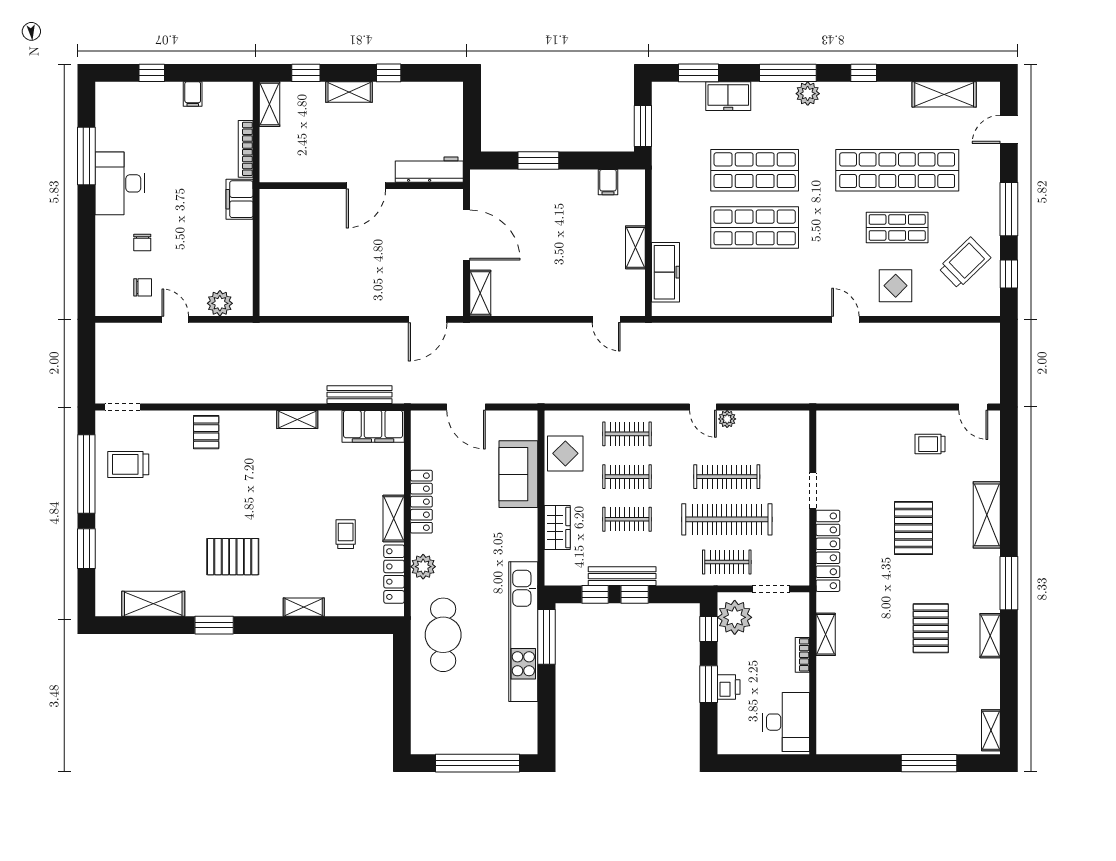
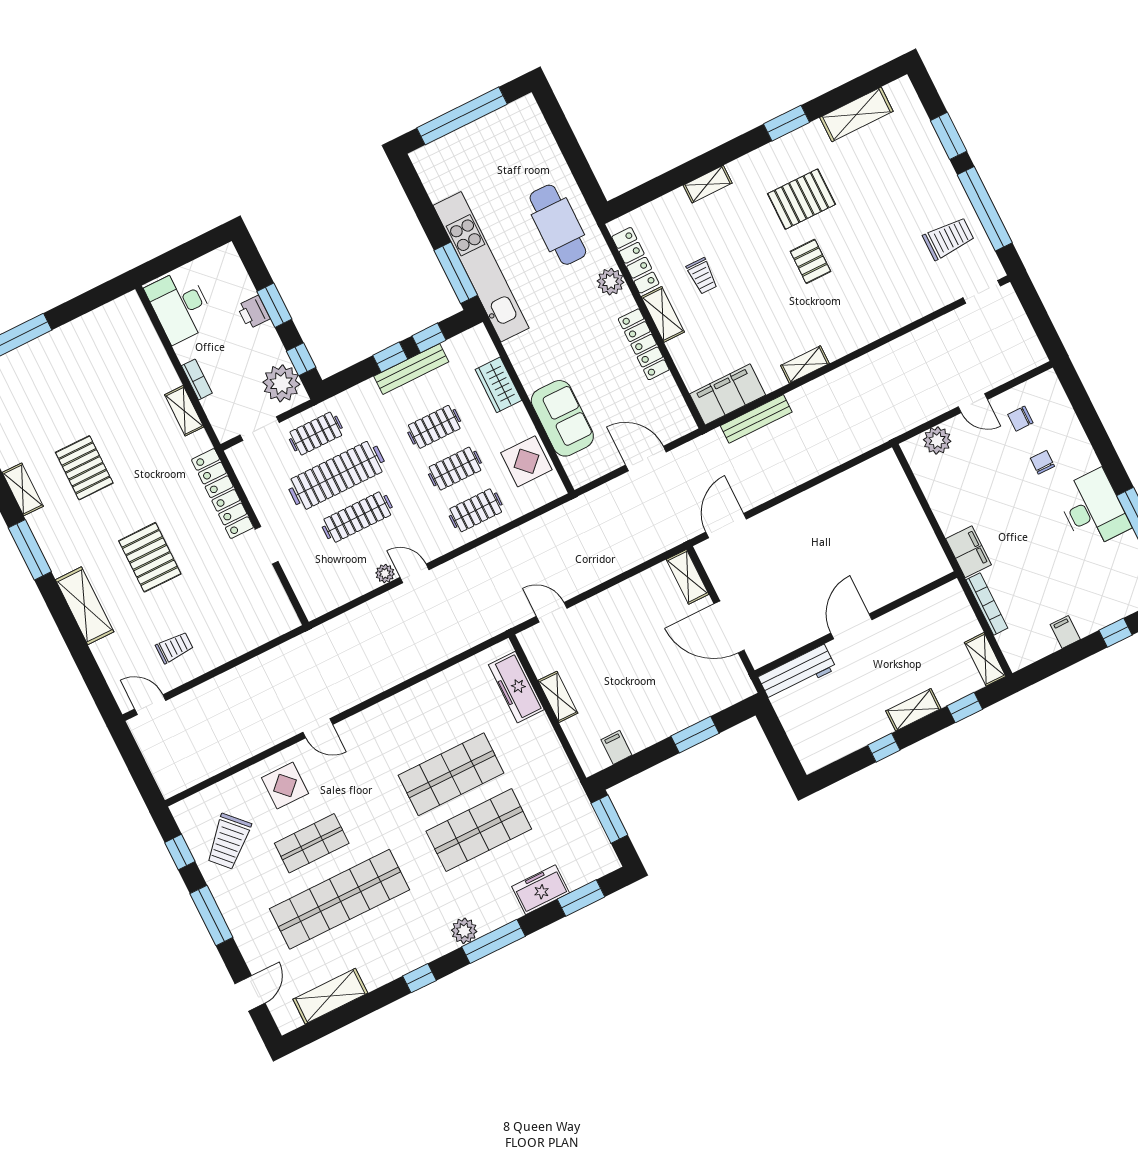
pallet: (206, 432) -> (810, 261), moved

